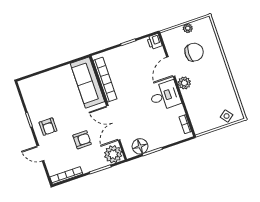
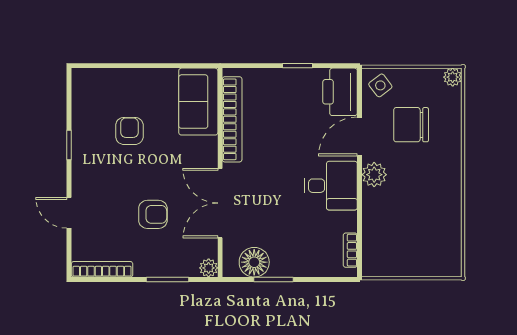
plant: (188, 28) -> (453, 77), moved
printer: (154, 42) -> (340, 92), width x1.87, depth x1.48
chair: (194, 52) -> (411, 125), turned 180
sofa: (87, 83) -> (198, 102), width x0.73
side table: (227, 116) -> (380, 85), moved
armchair: (48, 127) -> (129, 131), moved, turned 180
plant: (113, 154) -> (209, 268), width x0.53, depth x0.53

